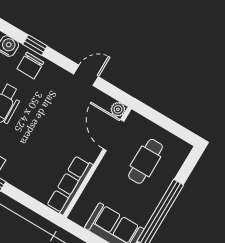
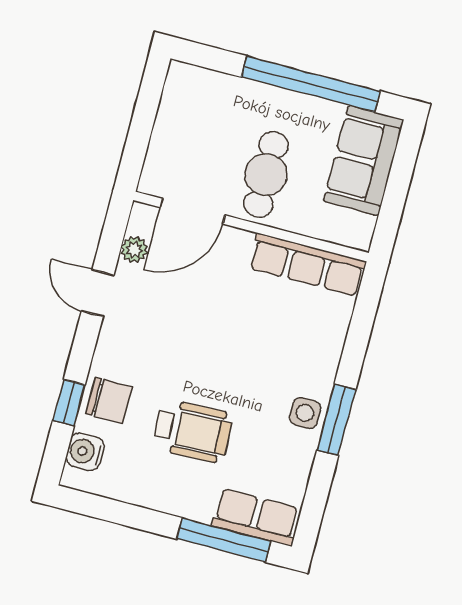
plant: (118, 109) -> (134, 249), moved
cafe table: (145, 161) -> (266, 175), moved, turned 90

